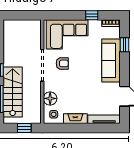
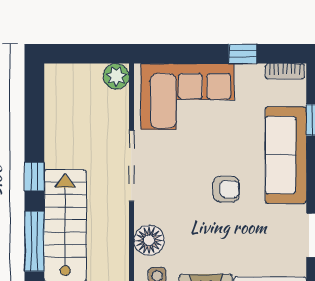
plant: (35, 25) -> (116, 76), added
armchair: (62, 63) -> (226, 189), moved

